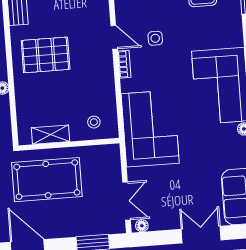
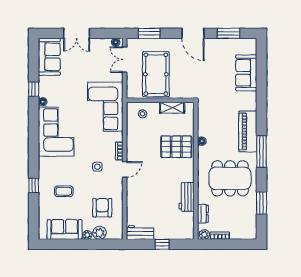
door: (114, 37) -> (125, 169), swing flipped
pallet: (46, 55) -> (176, 147), moved
pool table: (47, 180) -> (156, 74), moved, turned 90

